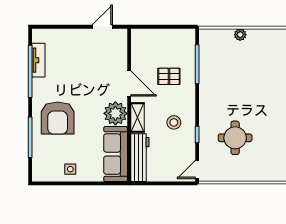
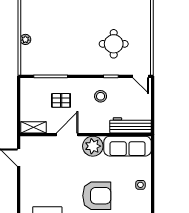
pallet: (169, 76) -> (61, 100), turned 90
shelving: (138, 118) -> (33, 127), moved

